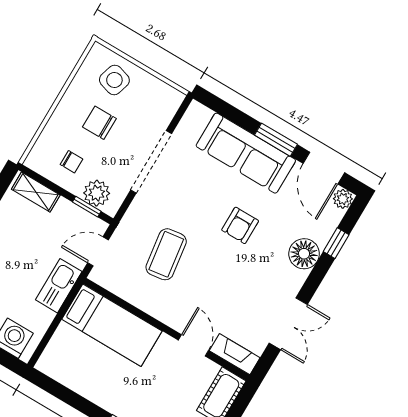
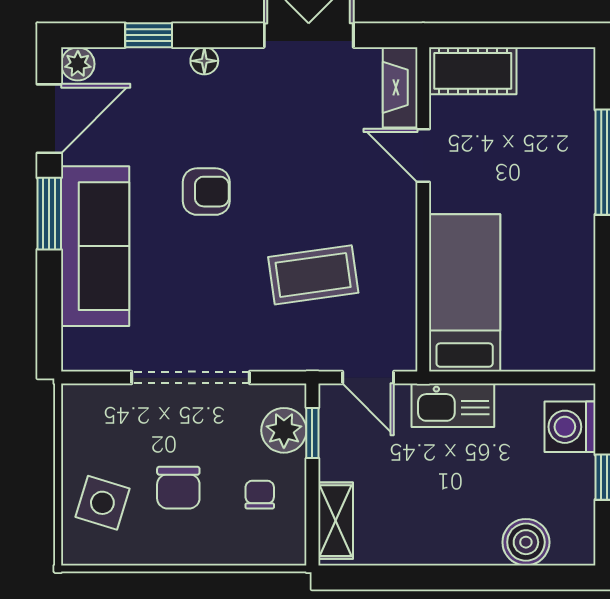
floor lamp: (304, 254) -> (204, 61), width x0.53, depth x0.53
door: (193, 345) -> (423, 156), hinge flipped

